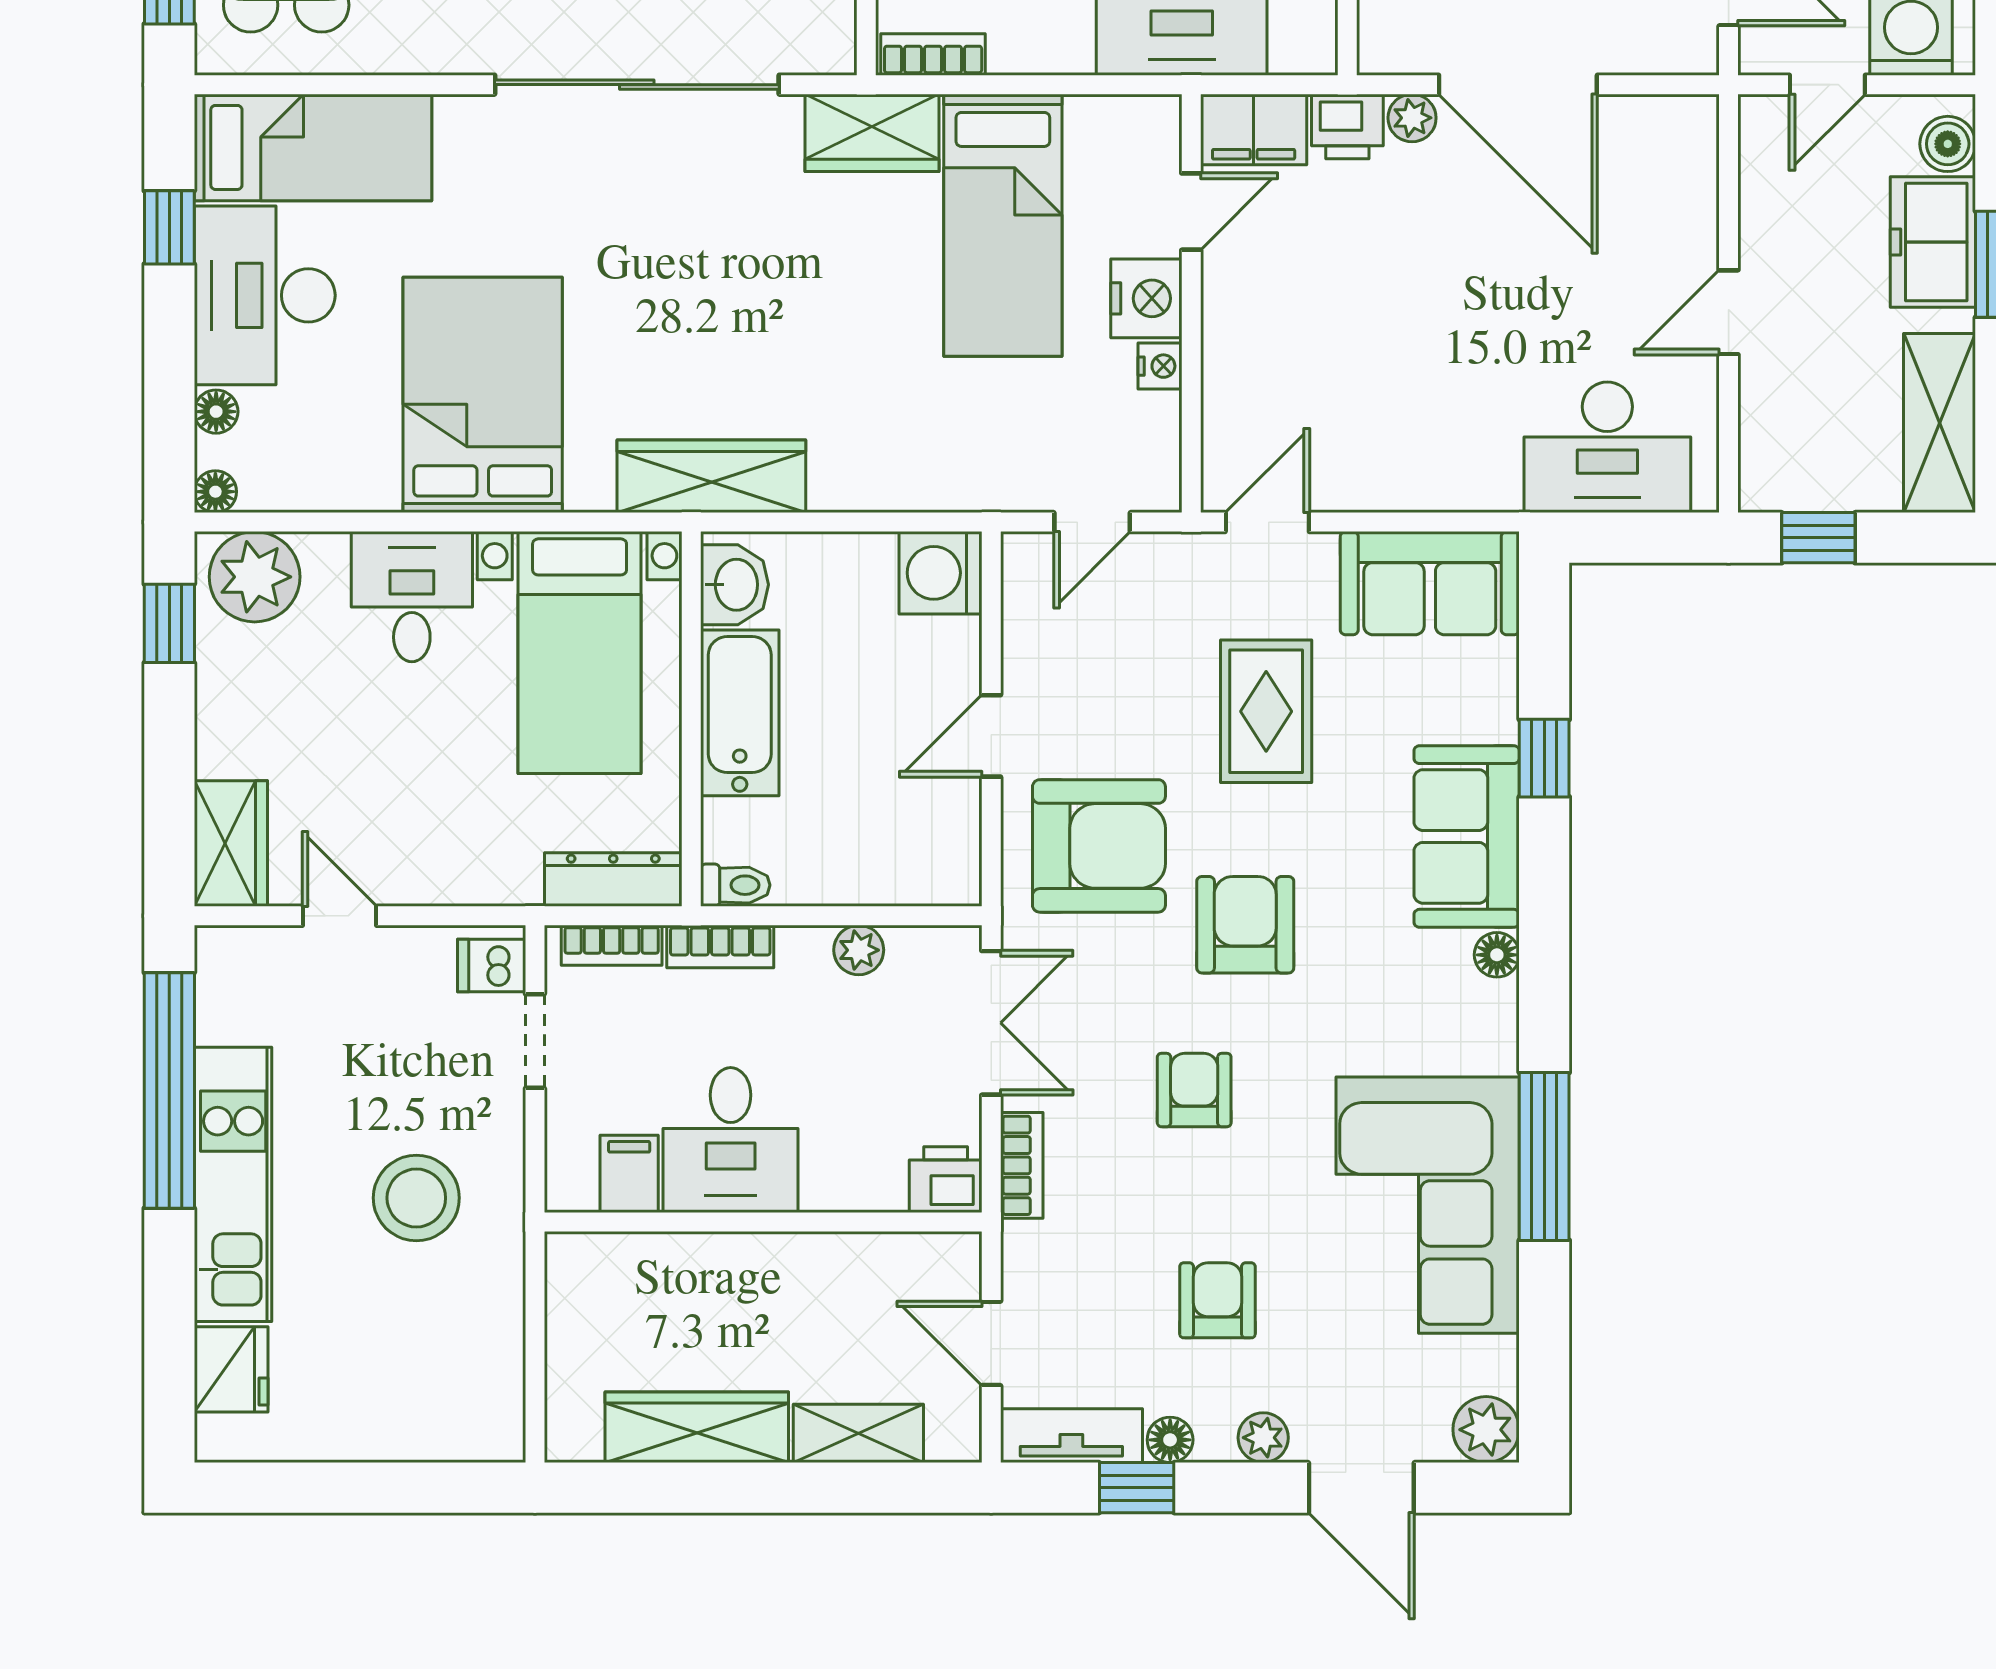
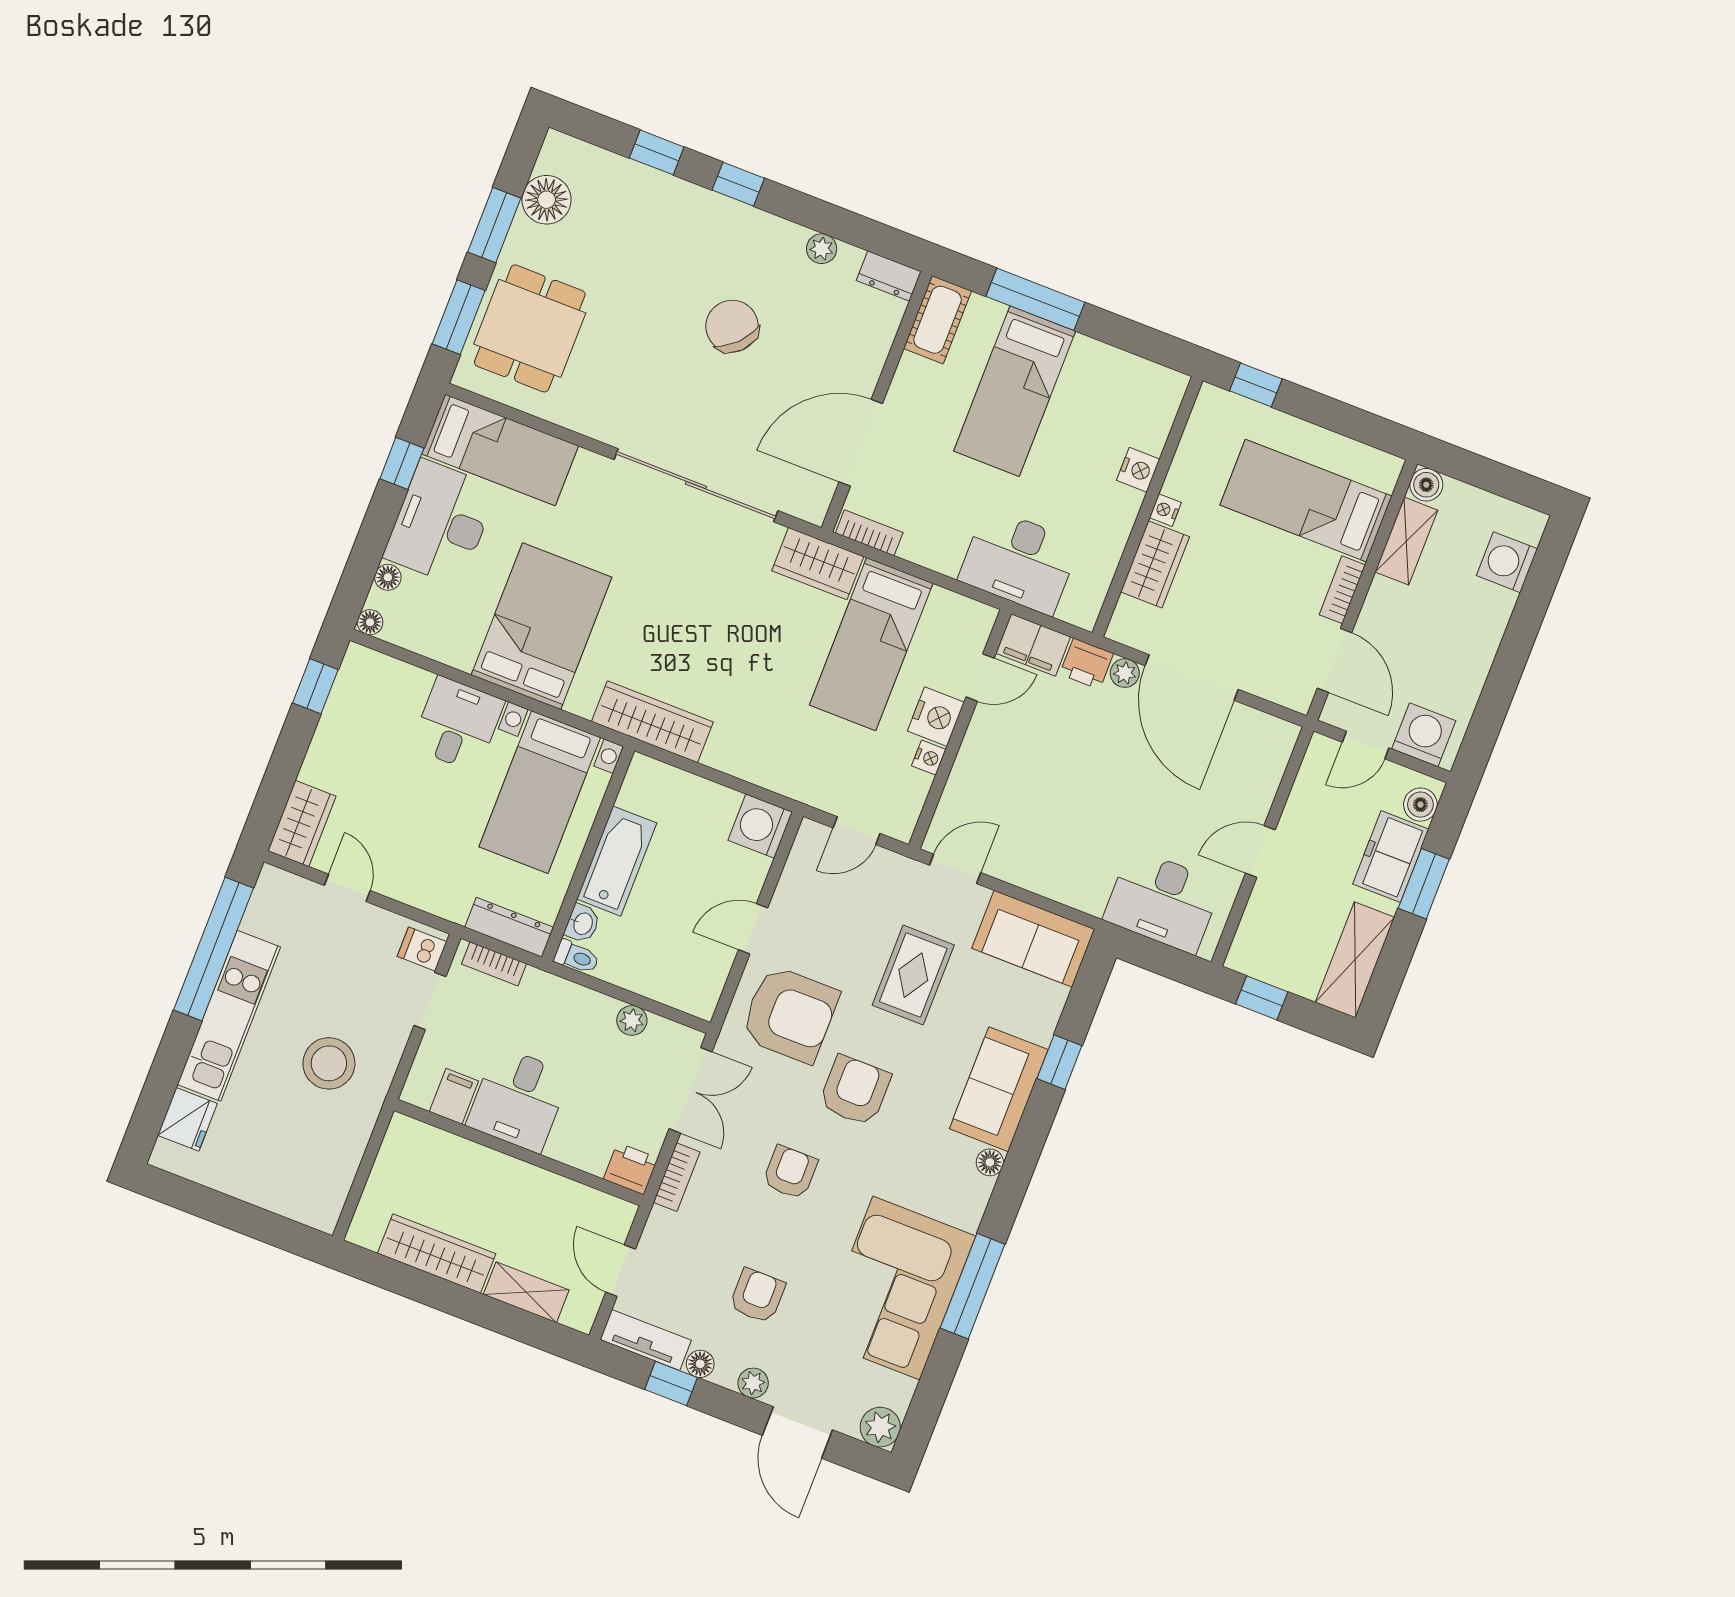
plant: (255, 577) -> (373, 679), removed
washbasin: (734, 585) -> (582, 923), moved, width x0.72, depth x0.69
bookcase: (720, 947) -> (555, 988), removed

